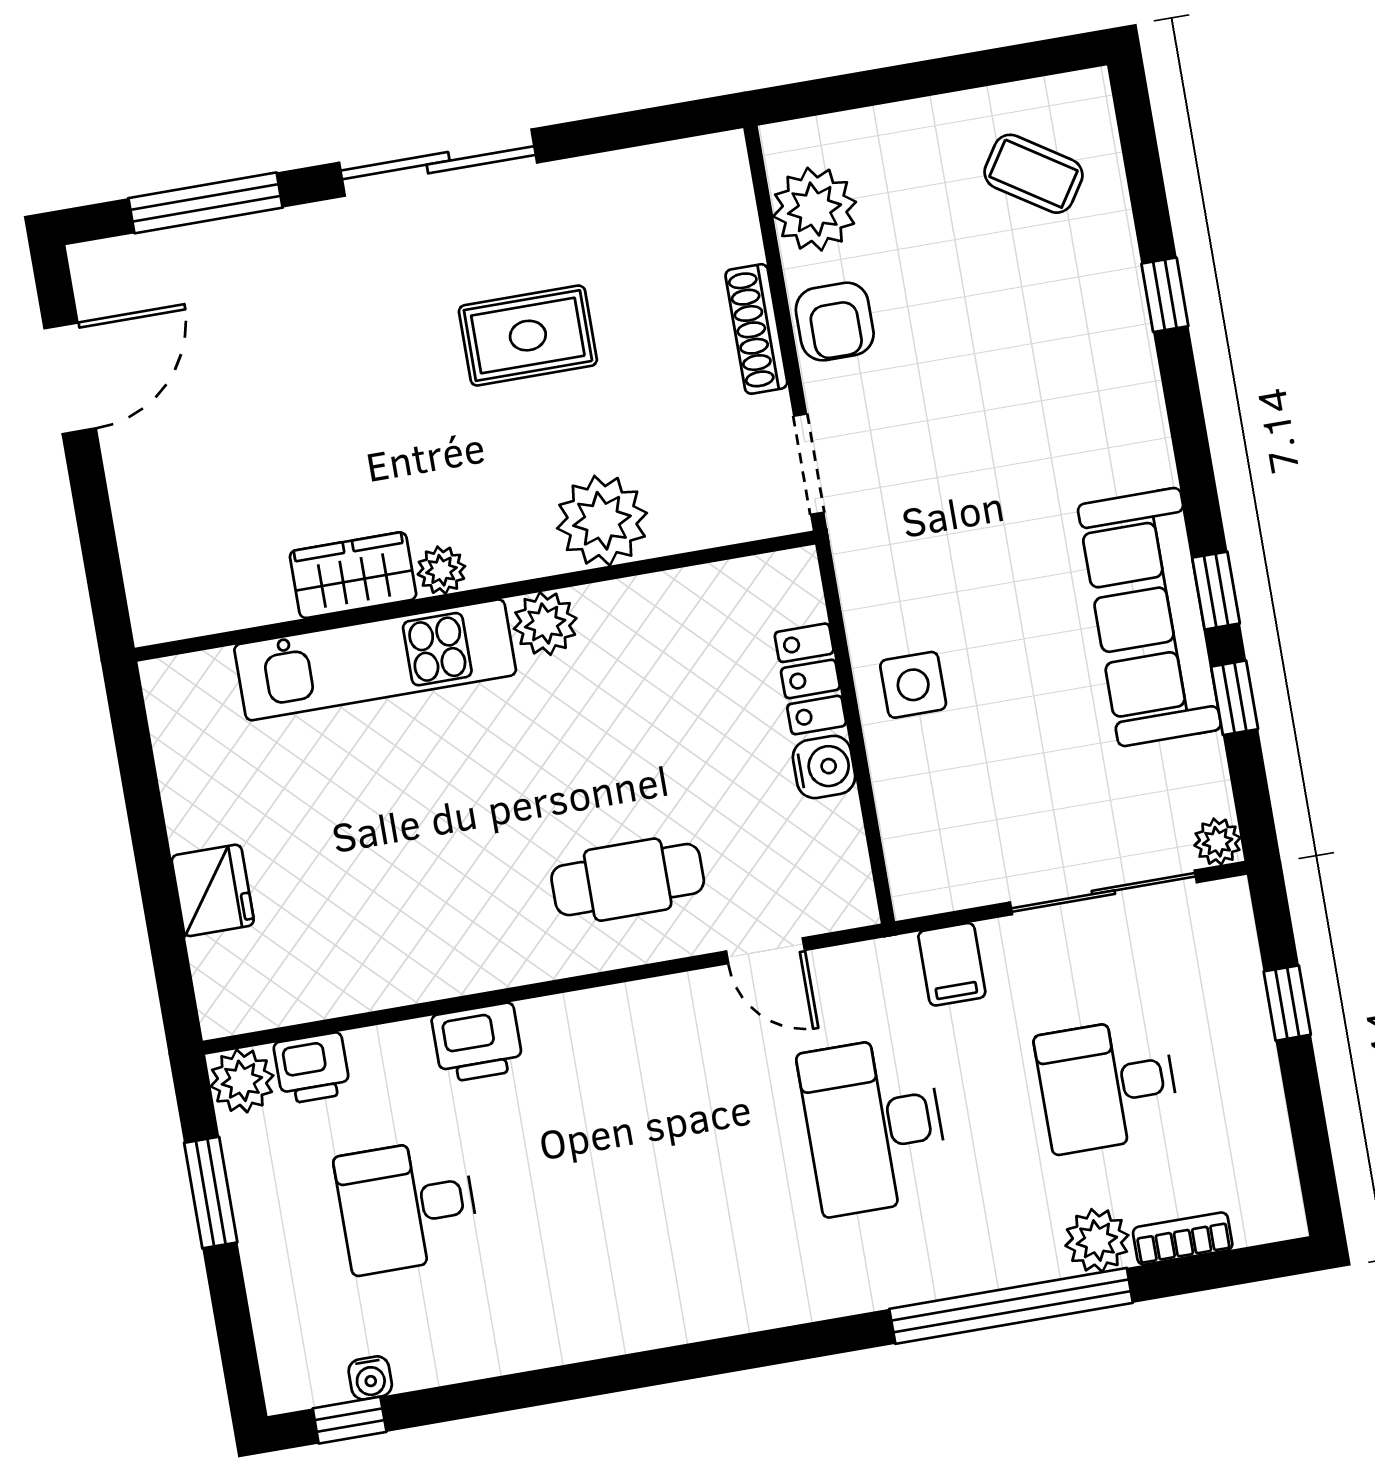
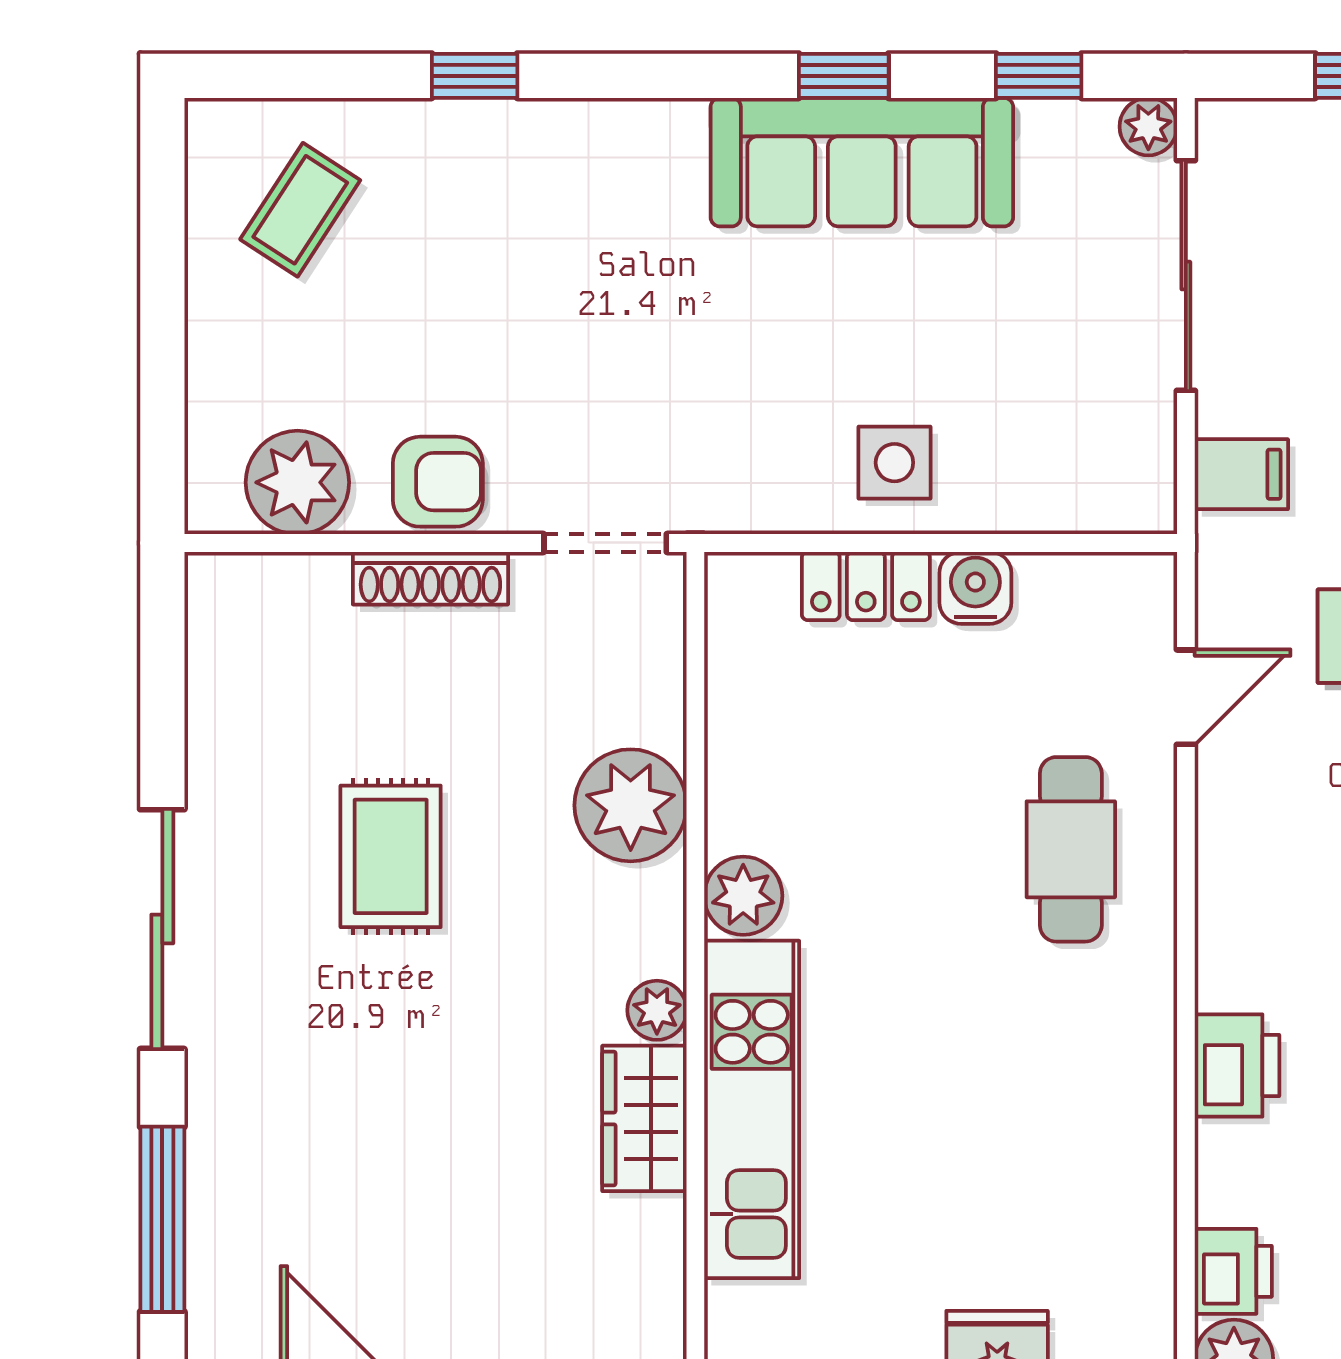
window: (1235, 698) -> (1039, 76), moved

